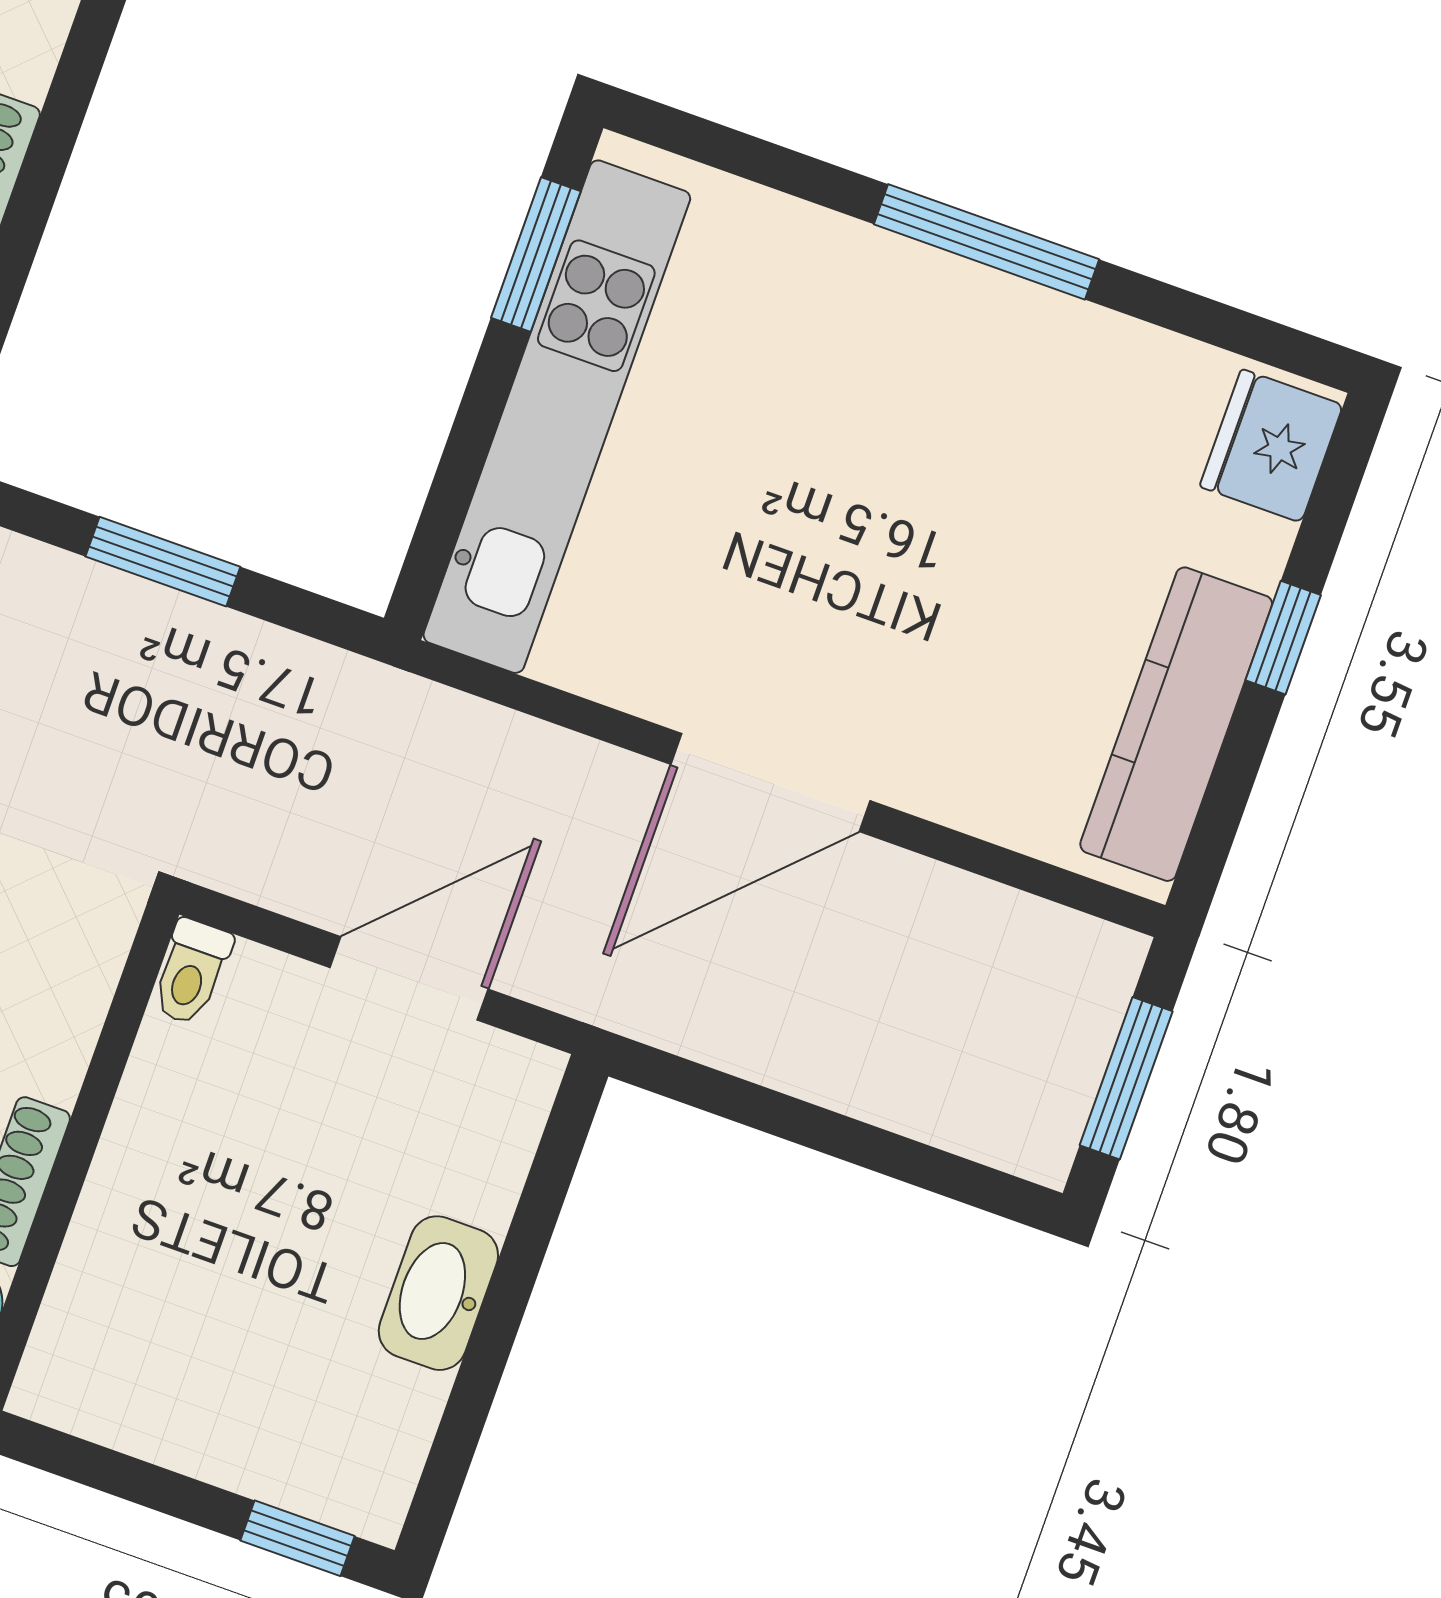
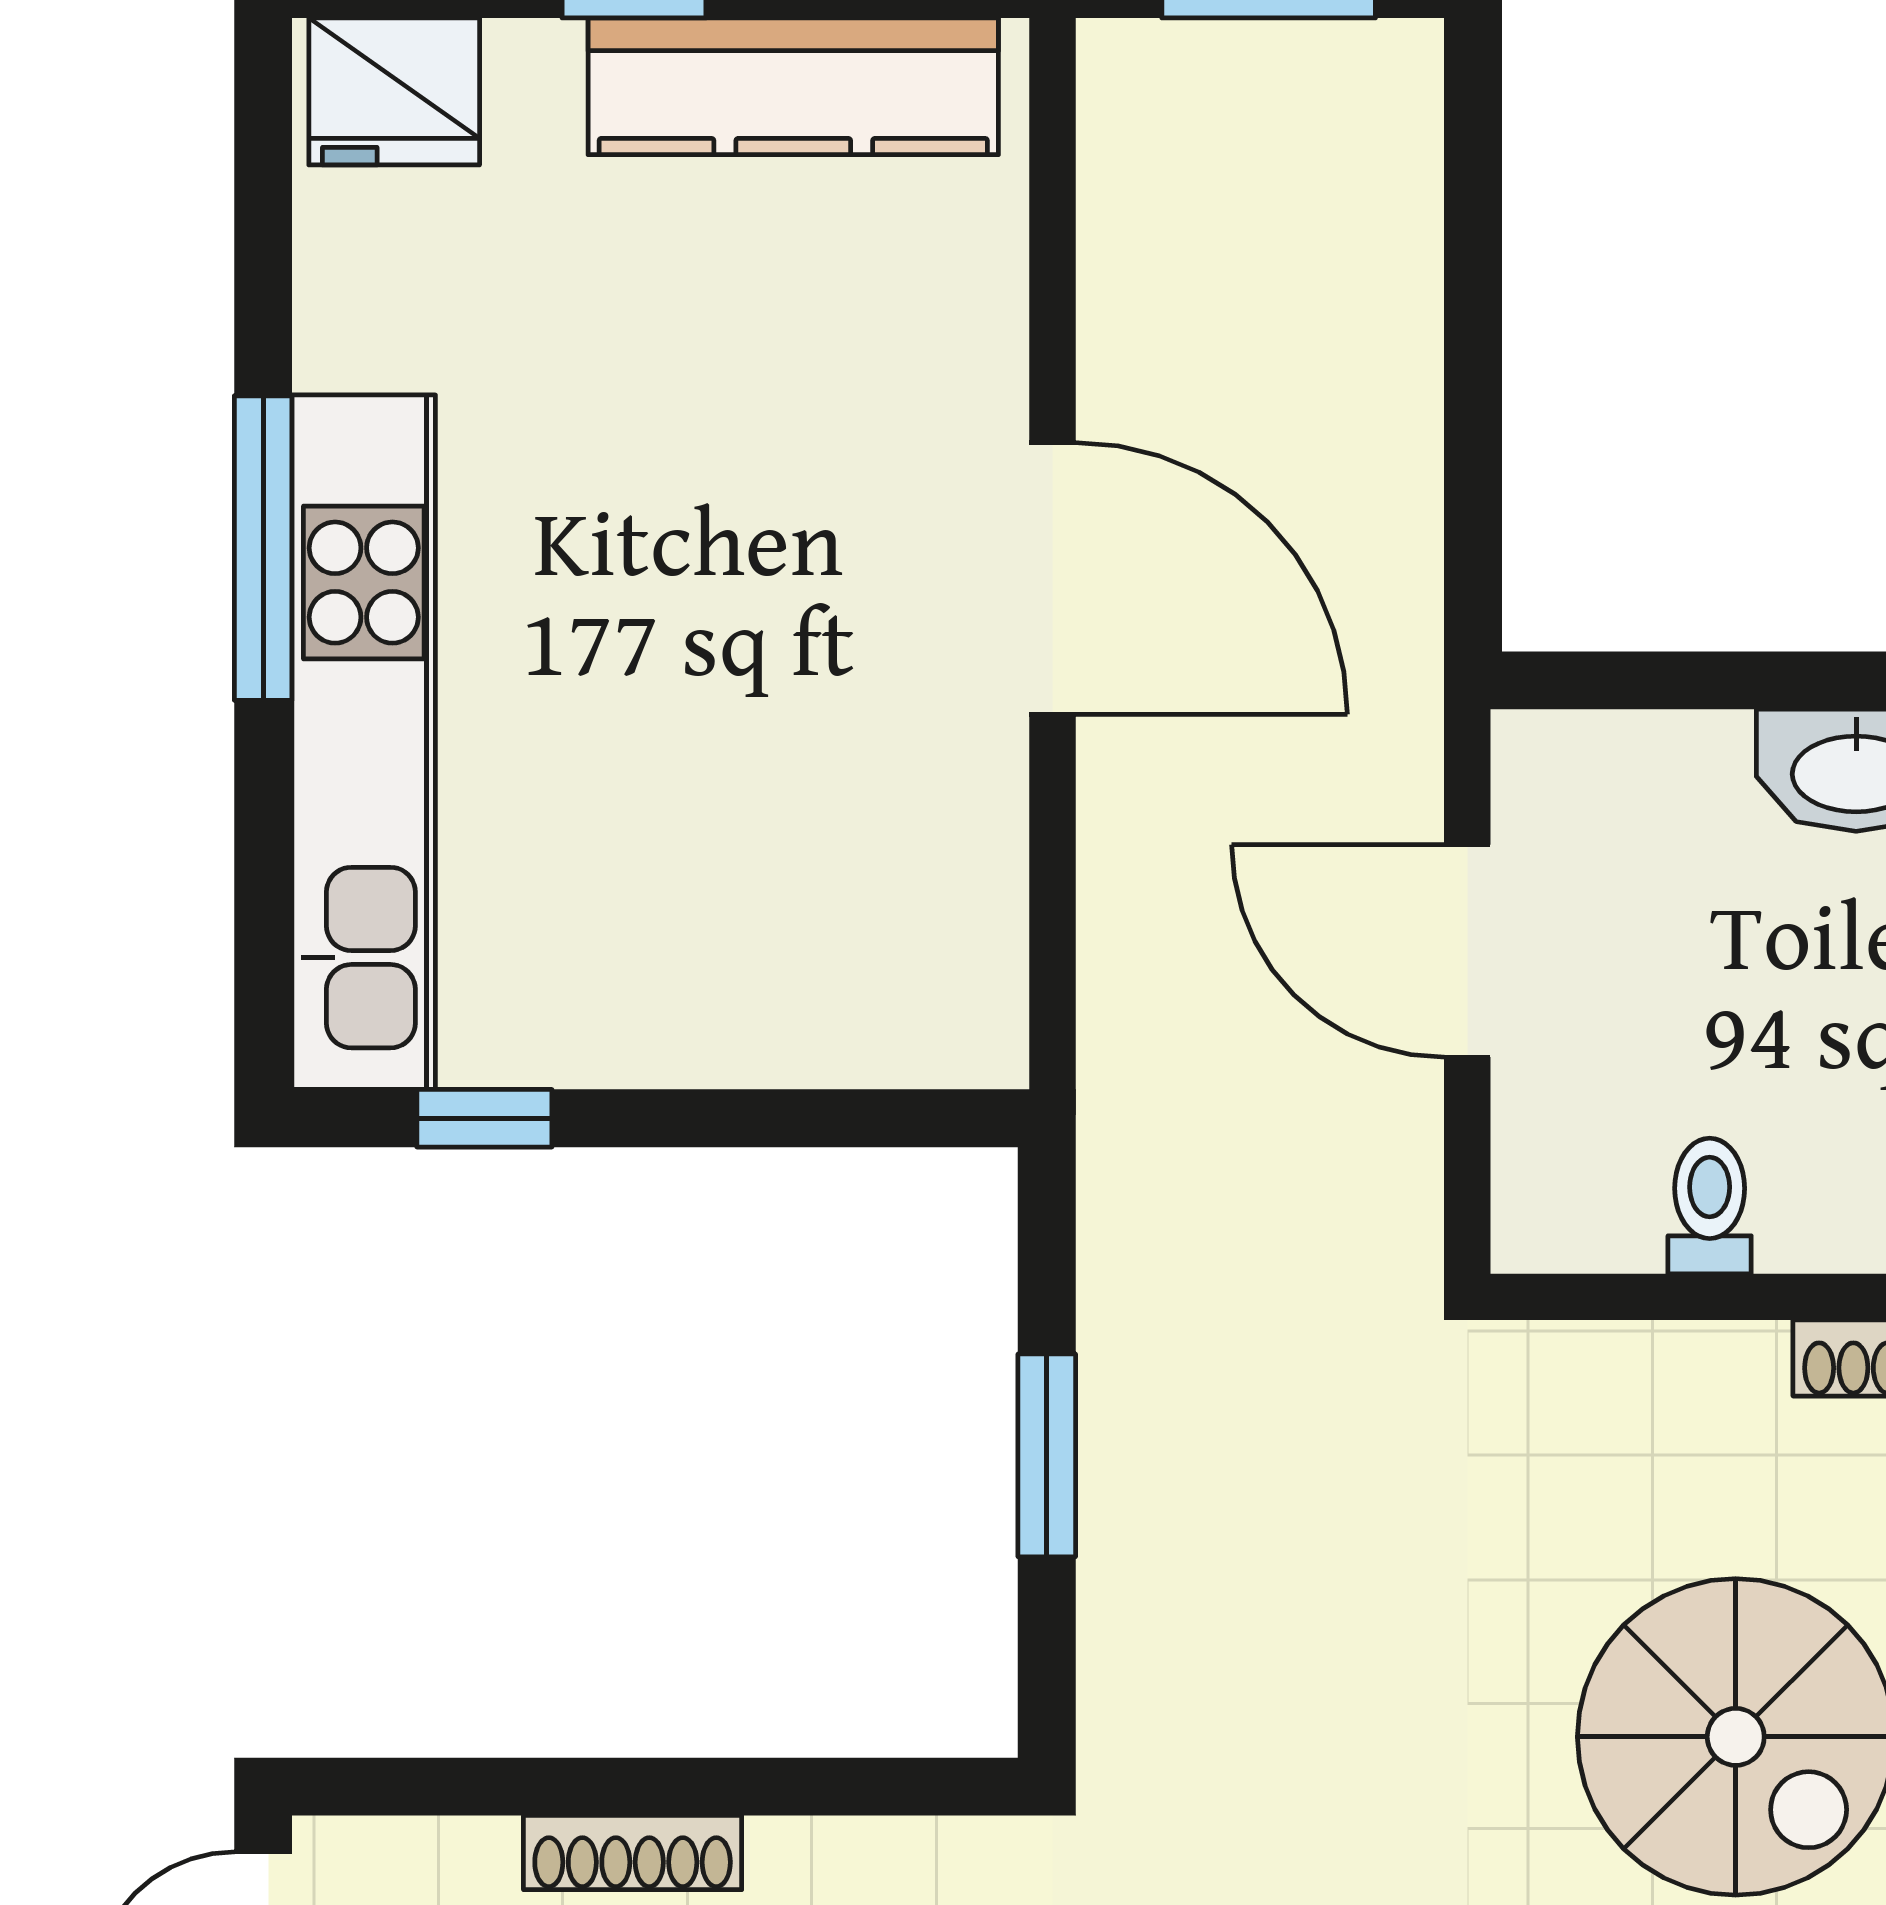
window: (536, 254) -> (484, 1118), width x0.67
kitchen unit: (557, 417) -> (364, 742), moved, turned 90
toilet: (191, 972) -> (1710, 1206), moved, turned -90

